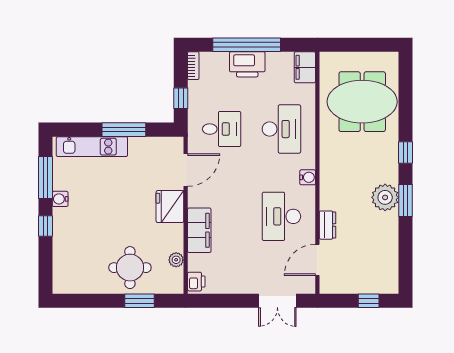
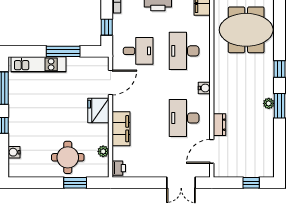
desk: (281, 129) -> (184, 51), turned 180
plant: (385, 197) -> (269, 103), width x0.53, depth x0.53
water cooler: (60, 199) -> (14, 152), moved

